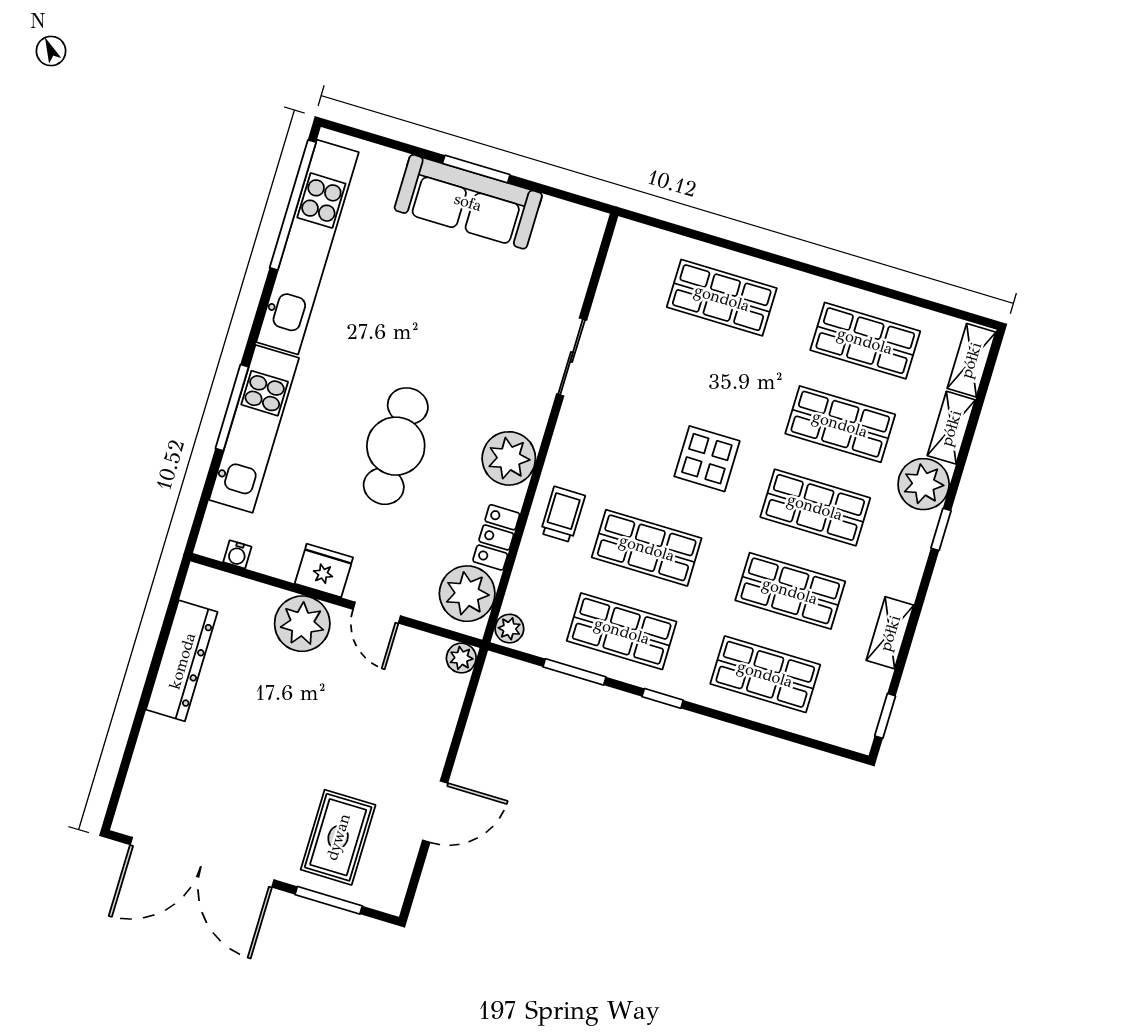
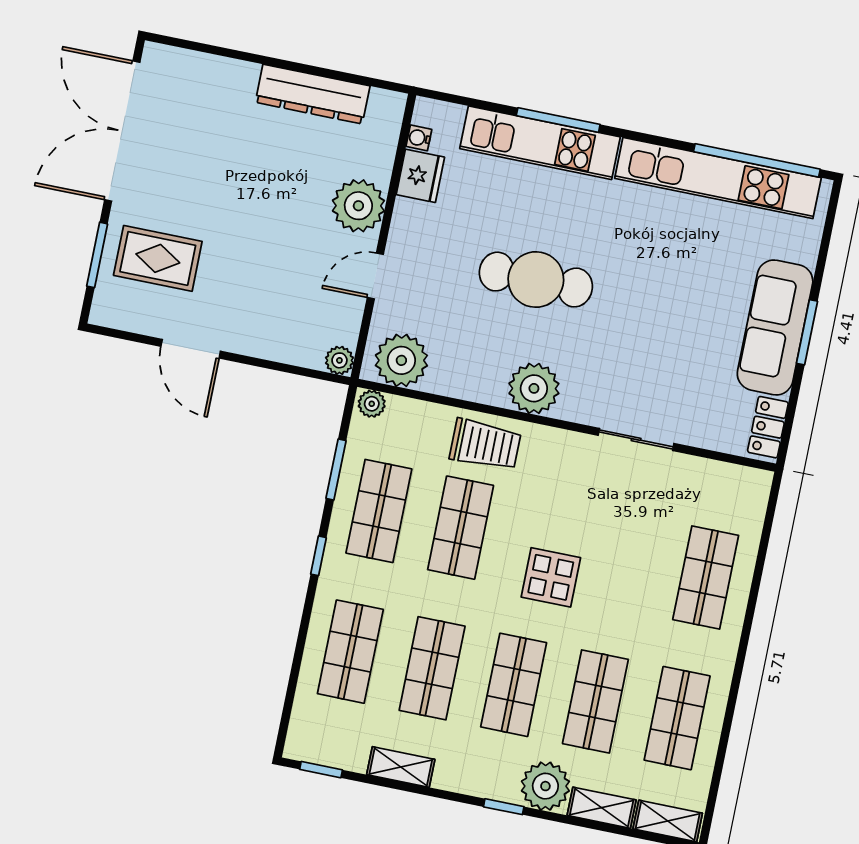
trolley: (563, 514) -> (485, 445), width x1.36, depth x1.39
locker: (496, 537) -> (768, 427), moved, turned -90
fridge: (324, 571) -> (420, 176), moved

